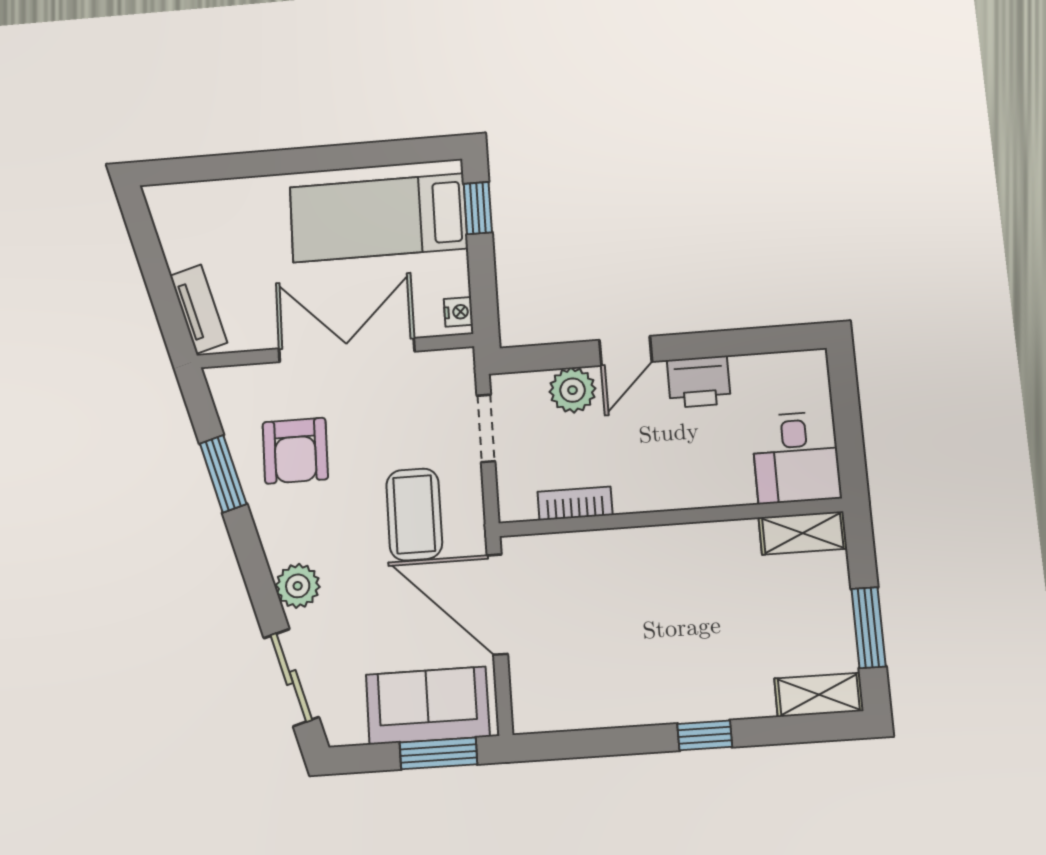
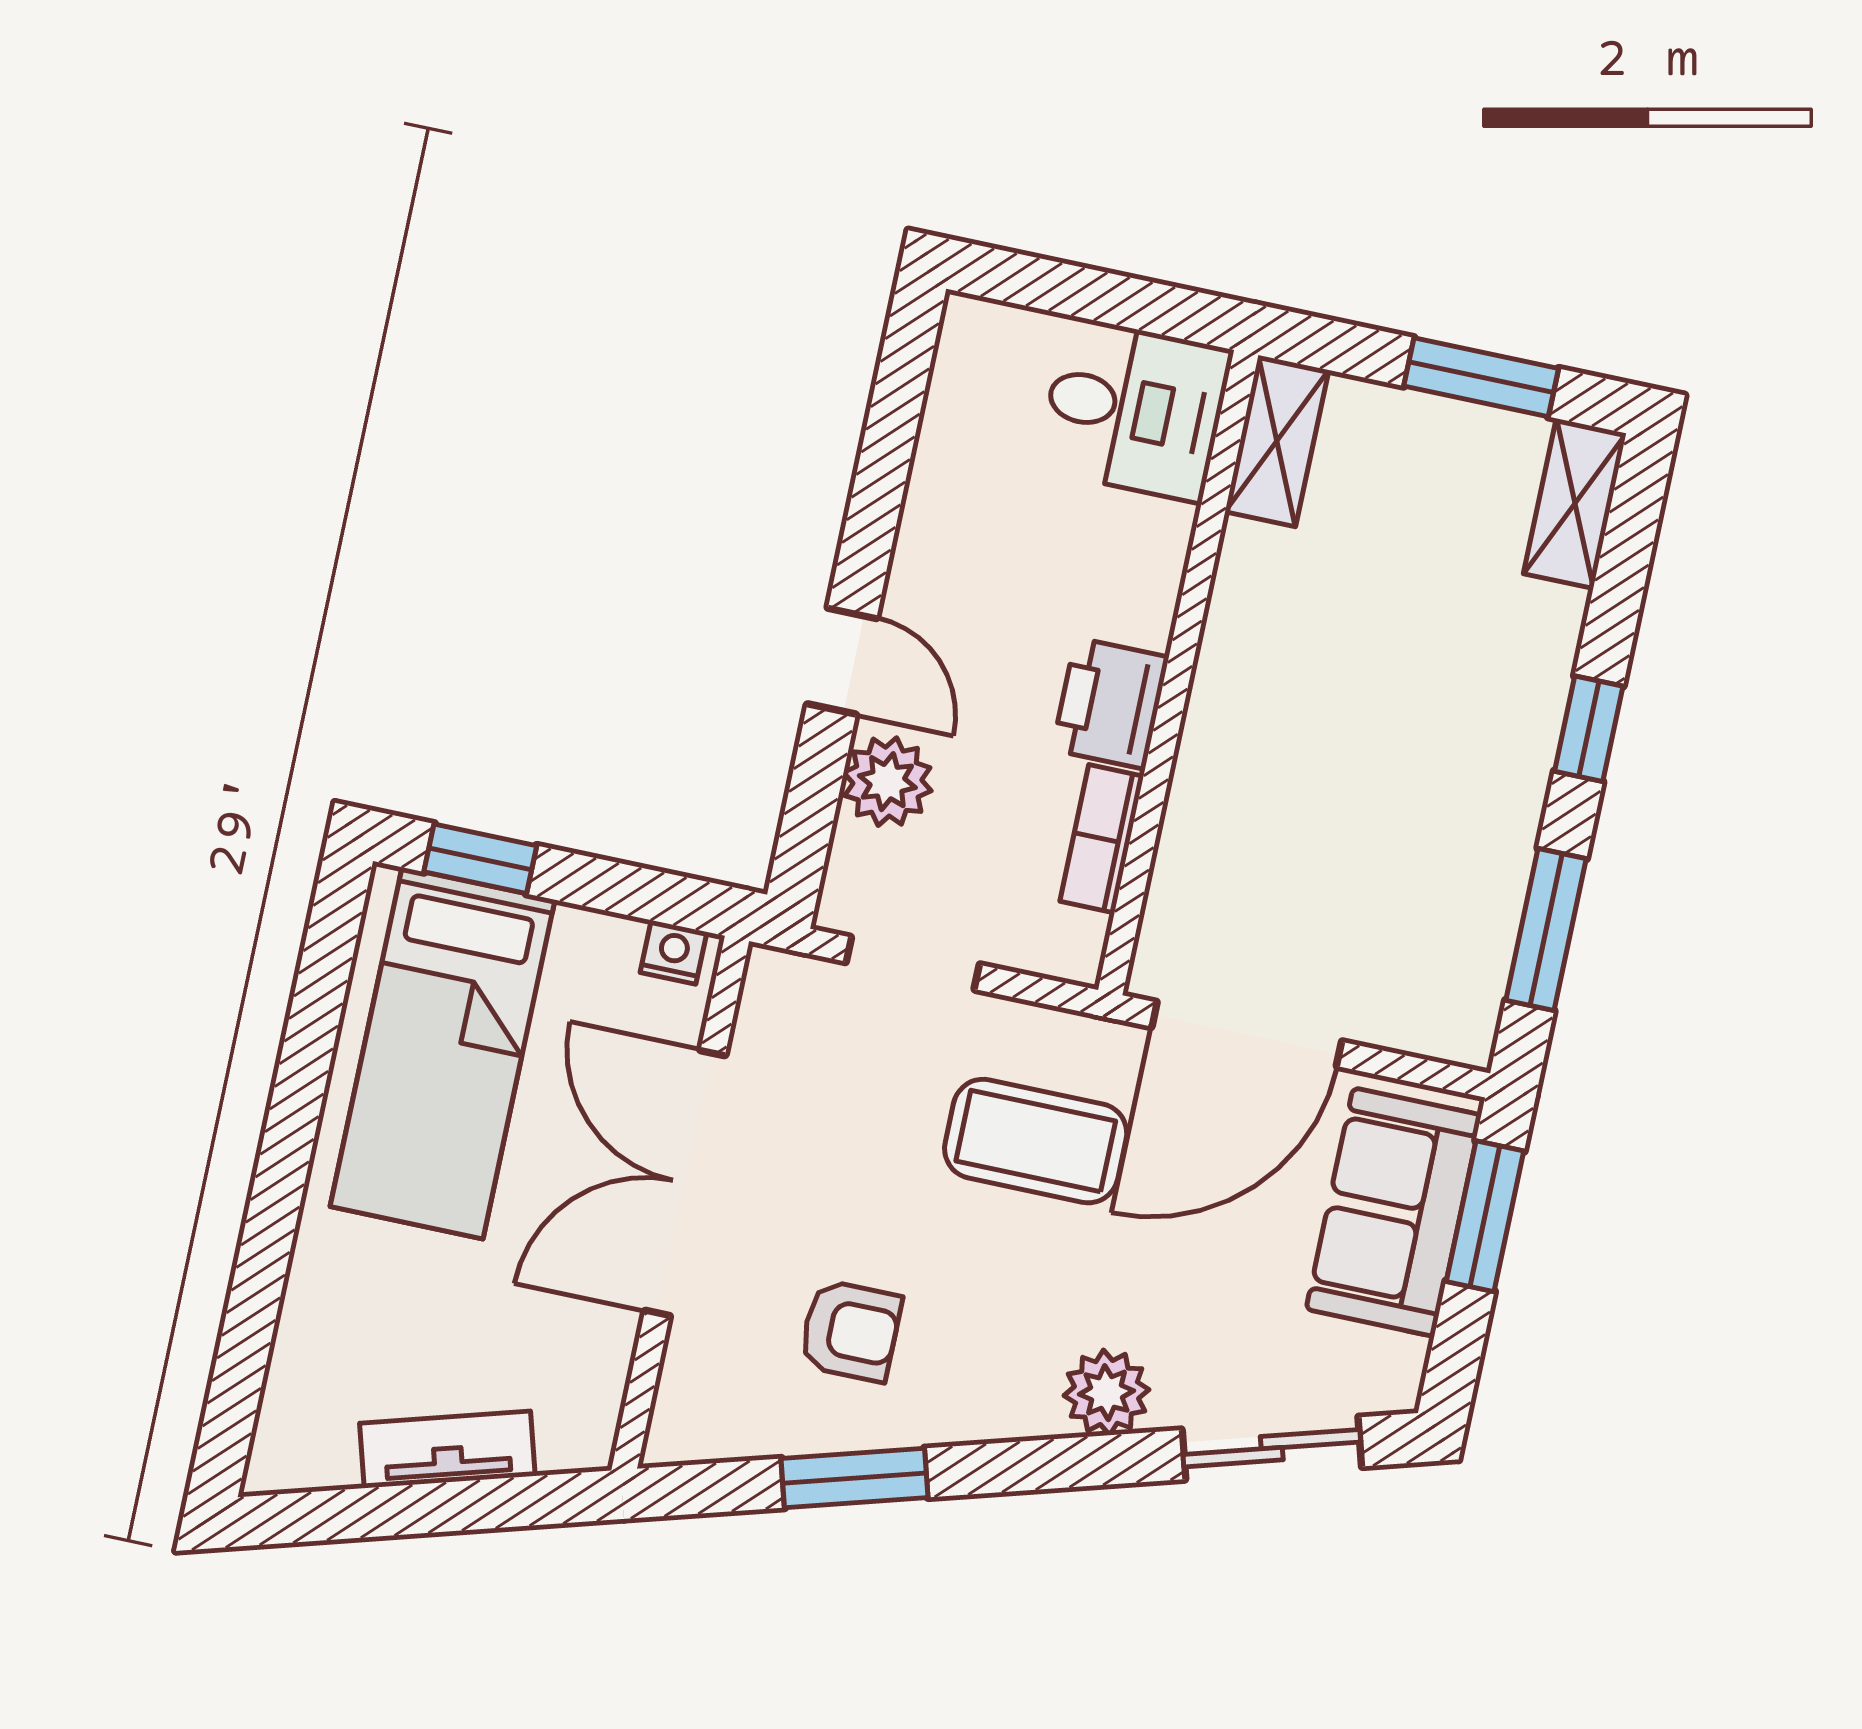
tv unit: (199, 309) -> (447, 1450), moved
printer: (699, 382) -> (1110, 703), moved, turned 180
armchair: (295, 451) -> (850, 1331), width x0.72, depth x0.72
window: (595, 743) -> (1546, 930), added

